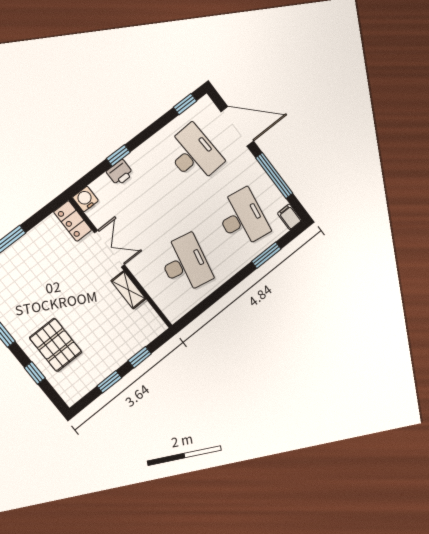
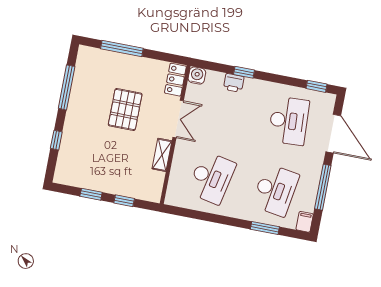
pallet: (56, 345) -> (125, 109), moved

